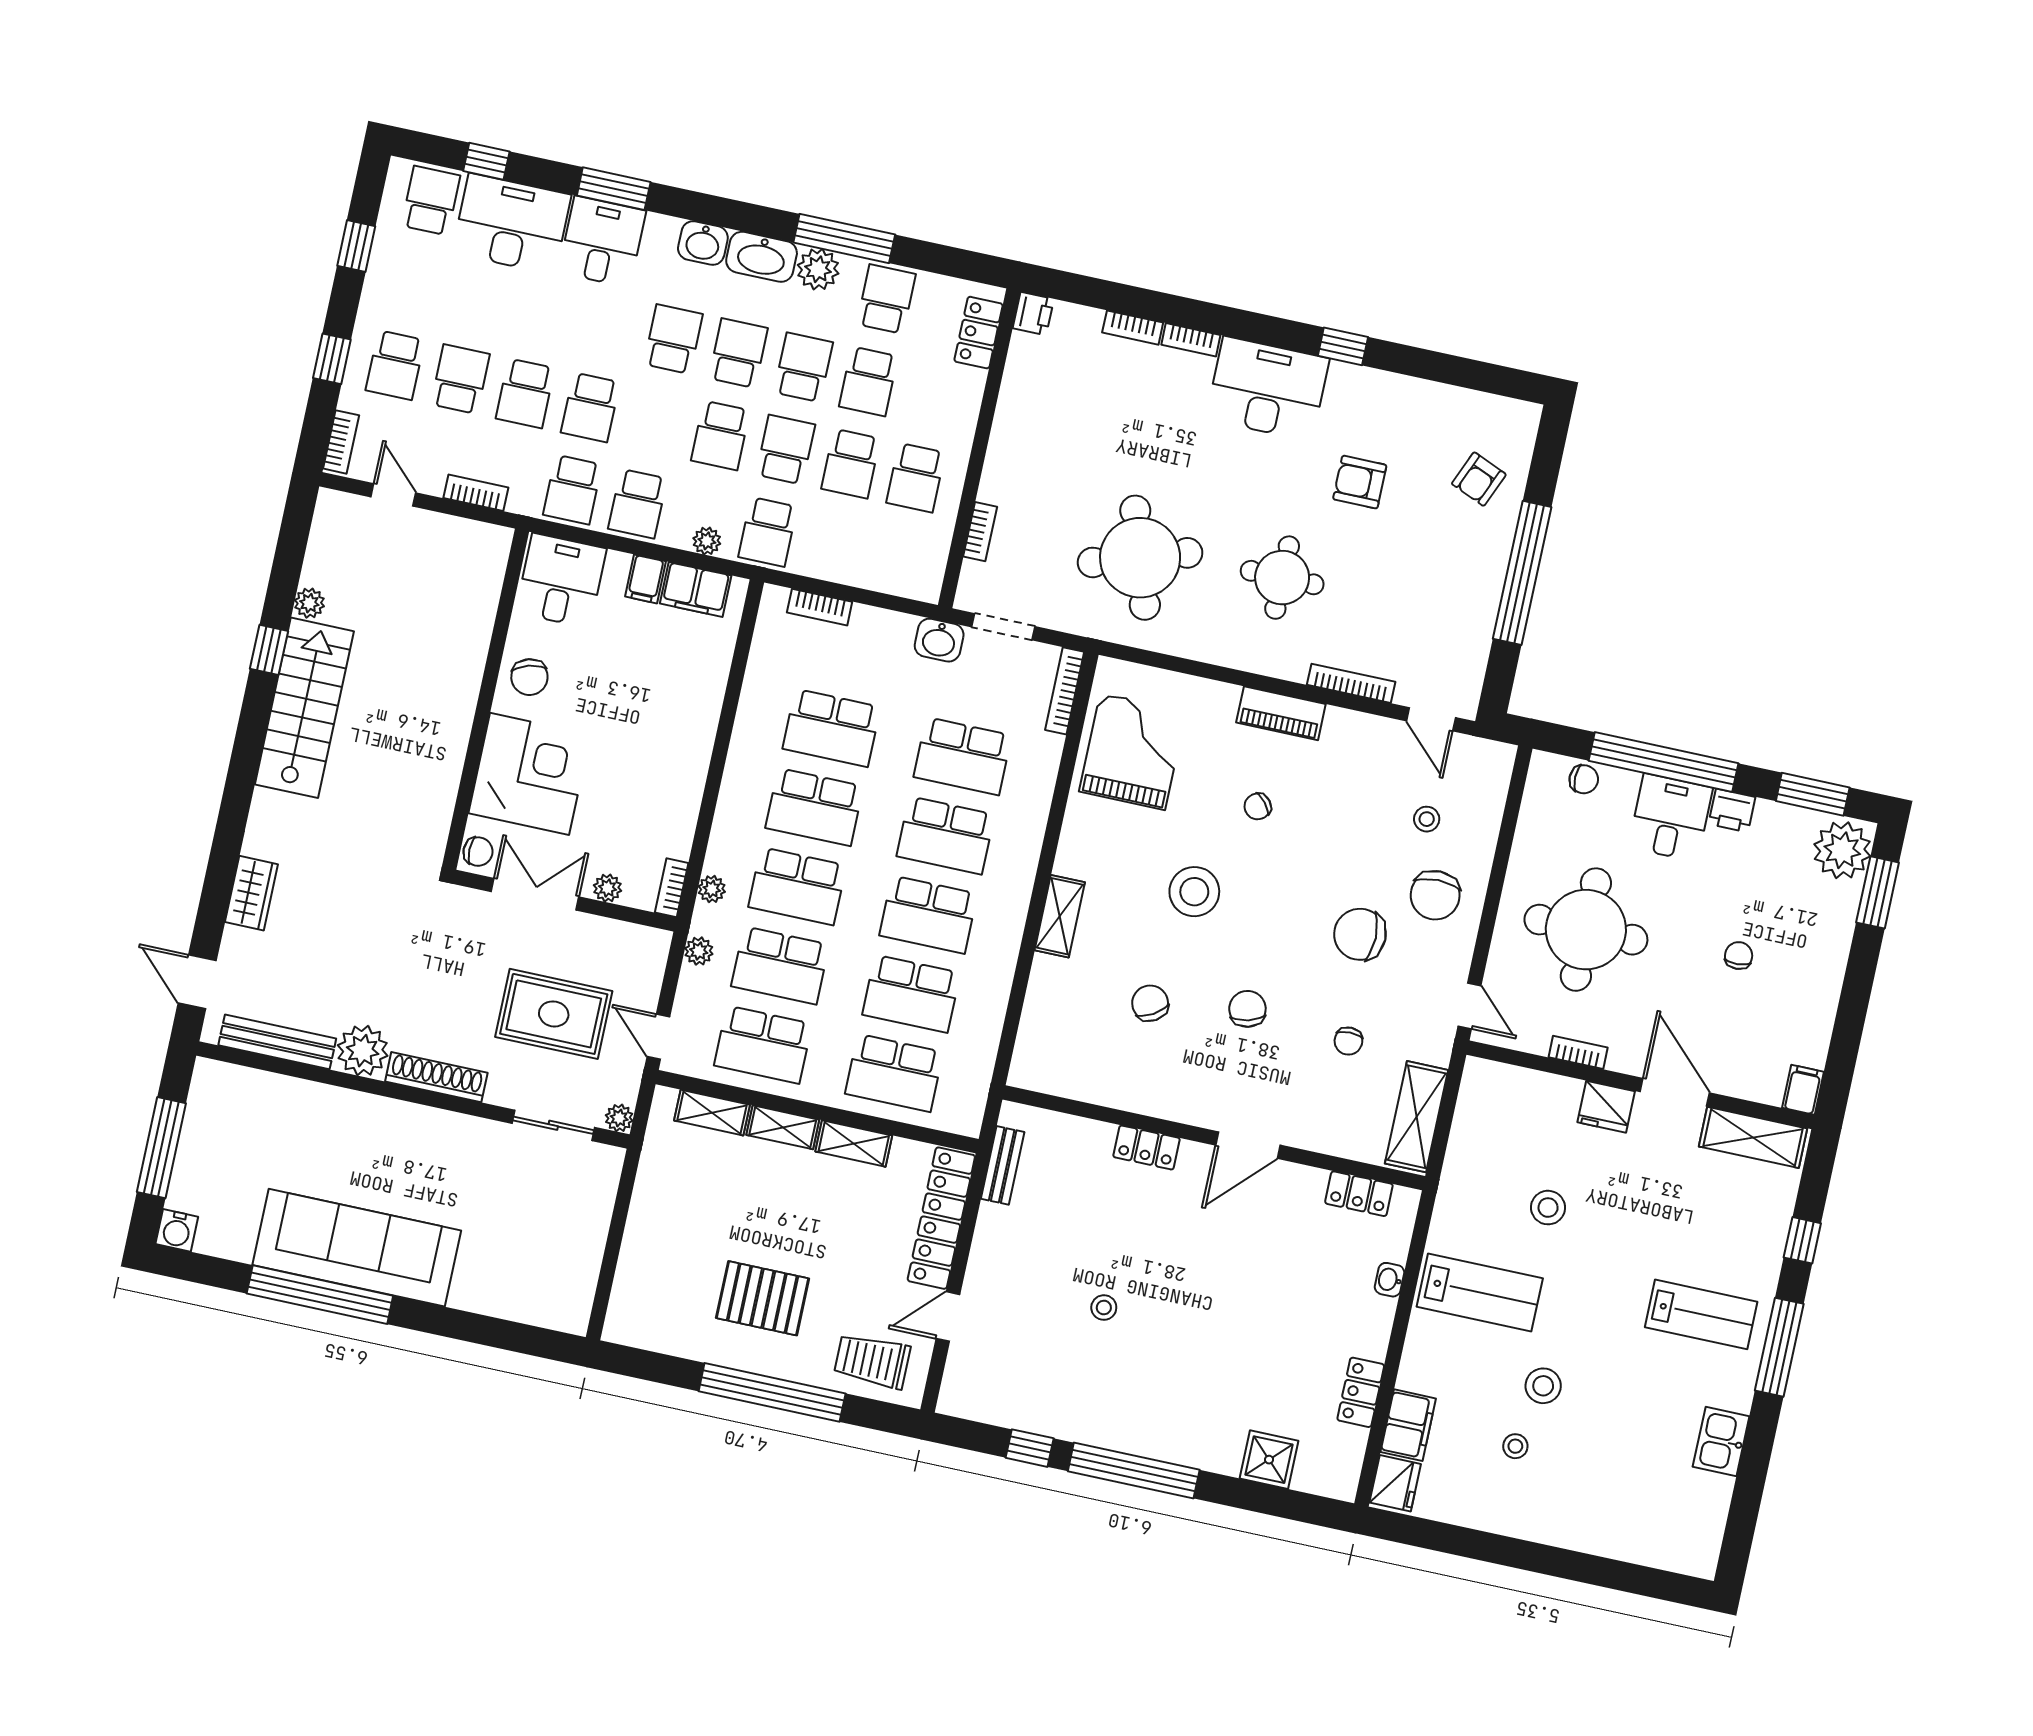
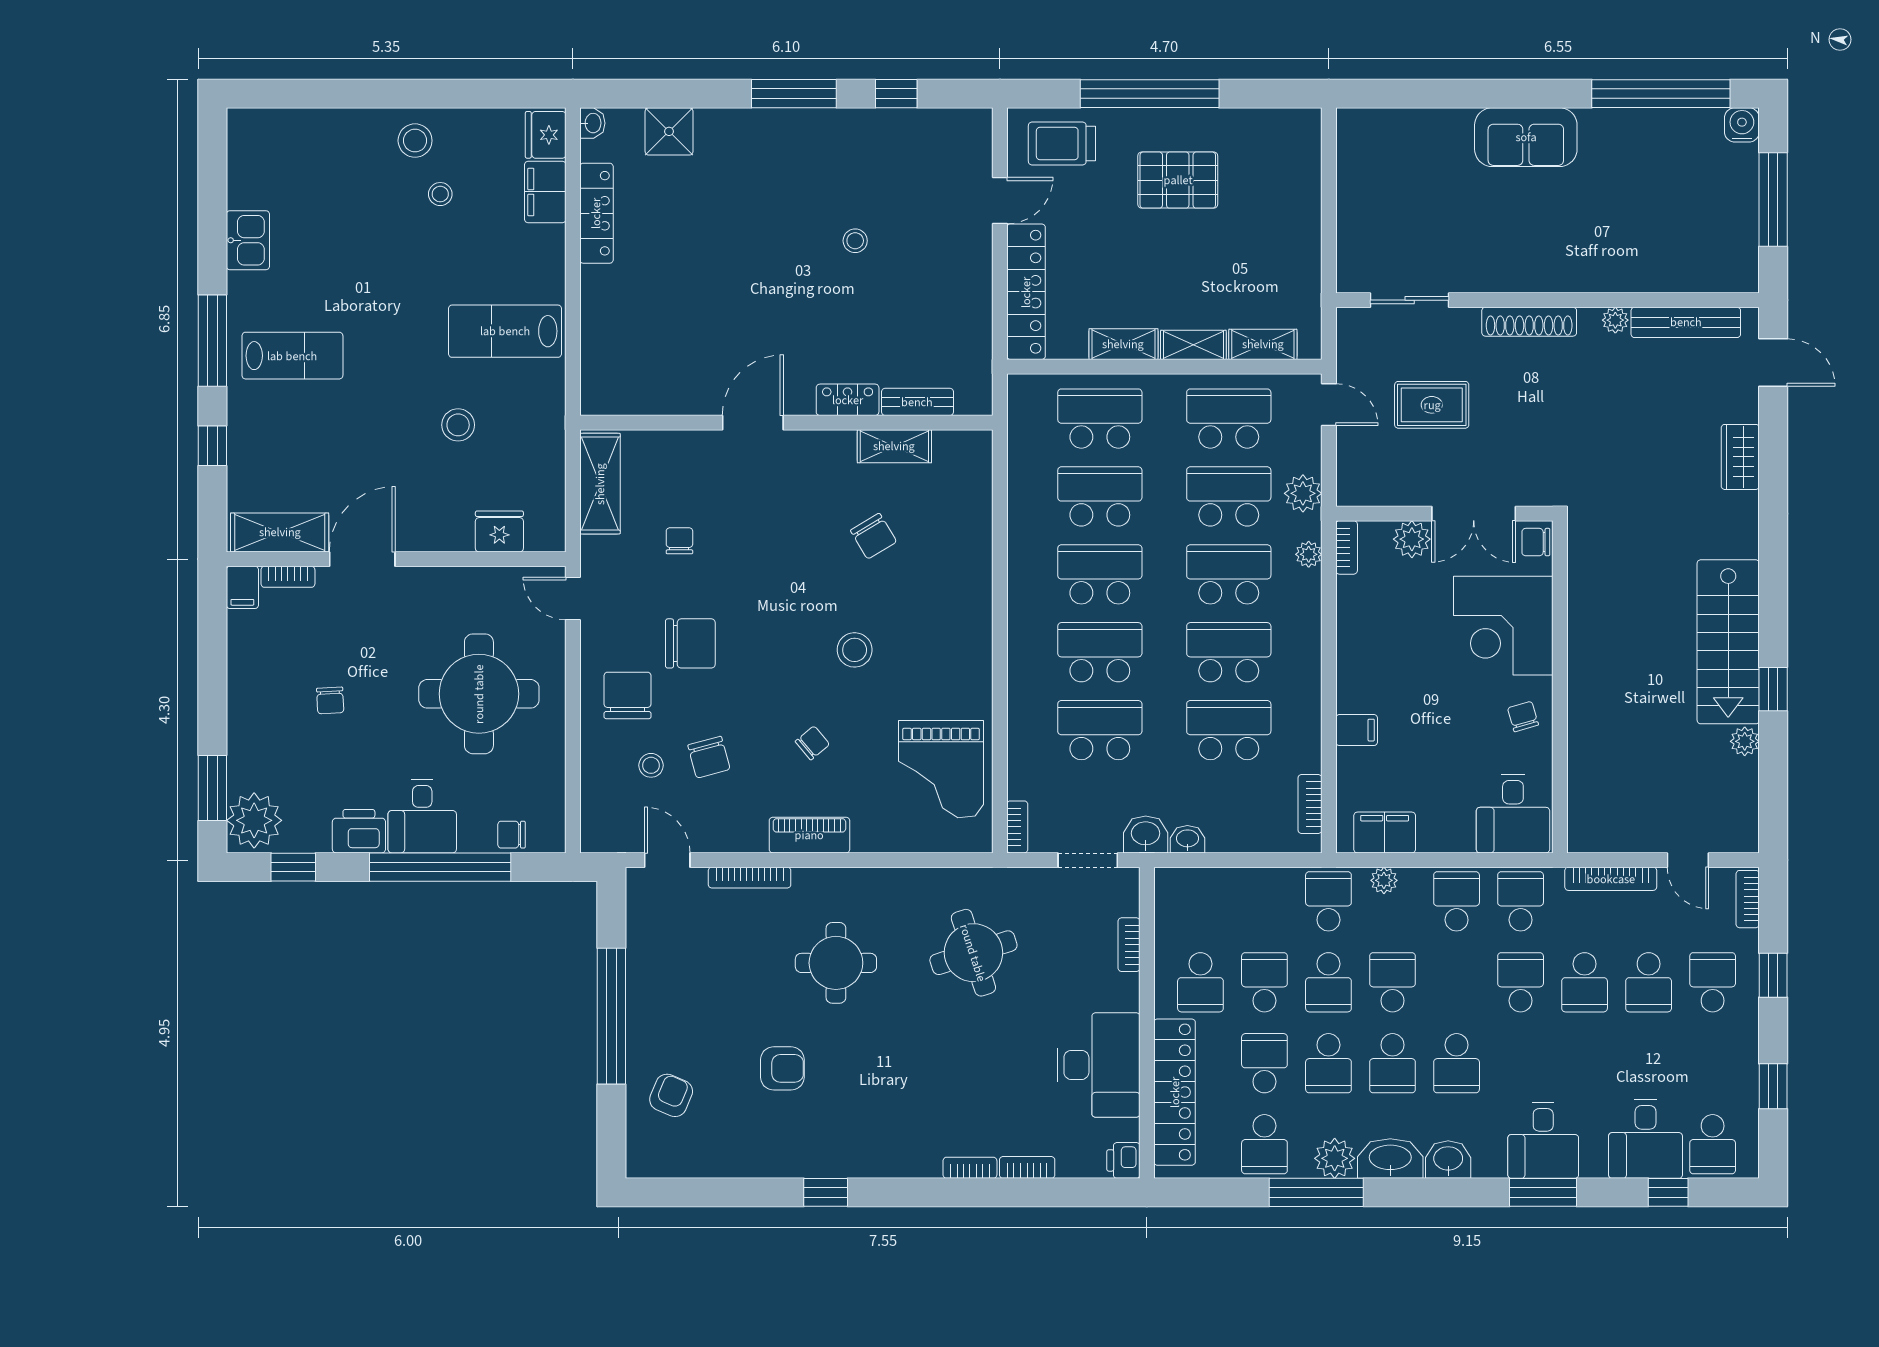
desk: (512, 224) -> (1646, 1139), width x0.73
locker: (979, 333) -> (1175, 1092), width x2.16, depth x1.21
desk: (1268, 389) -> (1099, 1065), moved, turned -90
school desk: (525, 393) -> (1585, 982), turned 180
school desk: (916, 478) -> (1200, 982), turned 180
bookcase: (476, 493) -> (1611, 879), width x1.56
round table: (1140, 558) -> (973, 953), width x0.73, depth x0.73
filing cabinet: (646, 579) -> (1357, 730), moved, turned 90
bookcase: (820, 607) -> (1310, 804), moved, turned -90
washbasin: (897, 626) -> (1187, 839), added
chair: (529, 677) -> (1523, 716), width x0.73, depth x0.73
bookcase: (1065, 691) -> (1017, 827), width x0.64
window: (1813, 794) -> (293, 867), width x0.67
printer: (1732, 810) -> (359, 831), width x1.36, depth x1.24
plant: (608, 888) -> (1412, 539), width x1.38, depth x1.38
stool: (1194, 892) -> (855, 650), width x0.73, depth x0.73
shelving: (1060, 916) -> (894, 446), moved, turned 90
plant: (699, 951) -> (1303, 493), width x1.38, depth x1.38
chair: (1247, 1009) -> (709, 757), moved
rug: (554, 1014) -> (1432, 405), width x0.73, depth x0.70
plant: (363, 1051) -> (1615, 320), width x0.53, depth x0.53
bookcase: (1578, 1052) -> (288, 577), moved
door: (1675, 1092) -> (362, 559), swing flipped
fridge: (1606, 1107) -> (499, 531), moved
plant: (619, 1118) -> (1349, 320), removed
bench: (1003, 1165) -> (917, 402), moved, turned 90
locker: (1359, 1194) -> (639, 399), removed
sofa: (357, 1248) -> (1526, 137), width x0.54, depth x0.79
washbasin: (1390, 1280) -> (592, 123), moved
window: (320, 1295) -> (1661, 94), moved
lab bench: (1701, 1314) -> (292, 356), turned 180
trolley: (872, 1361) -> (1062, 144), turned 180
stool: (1543, 1386) -> (415, 141), moved
locker: (1361, 1392) -> (596, 213), width x1.53
window: (1134, 1471) -> (794, 94), width x0.68

